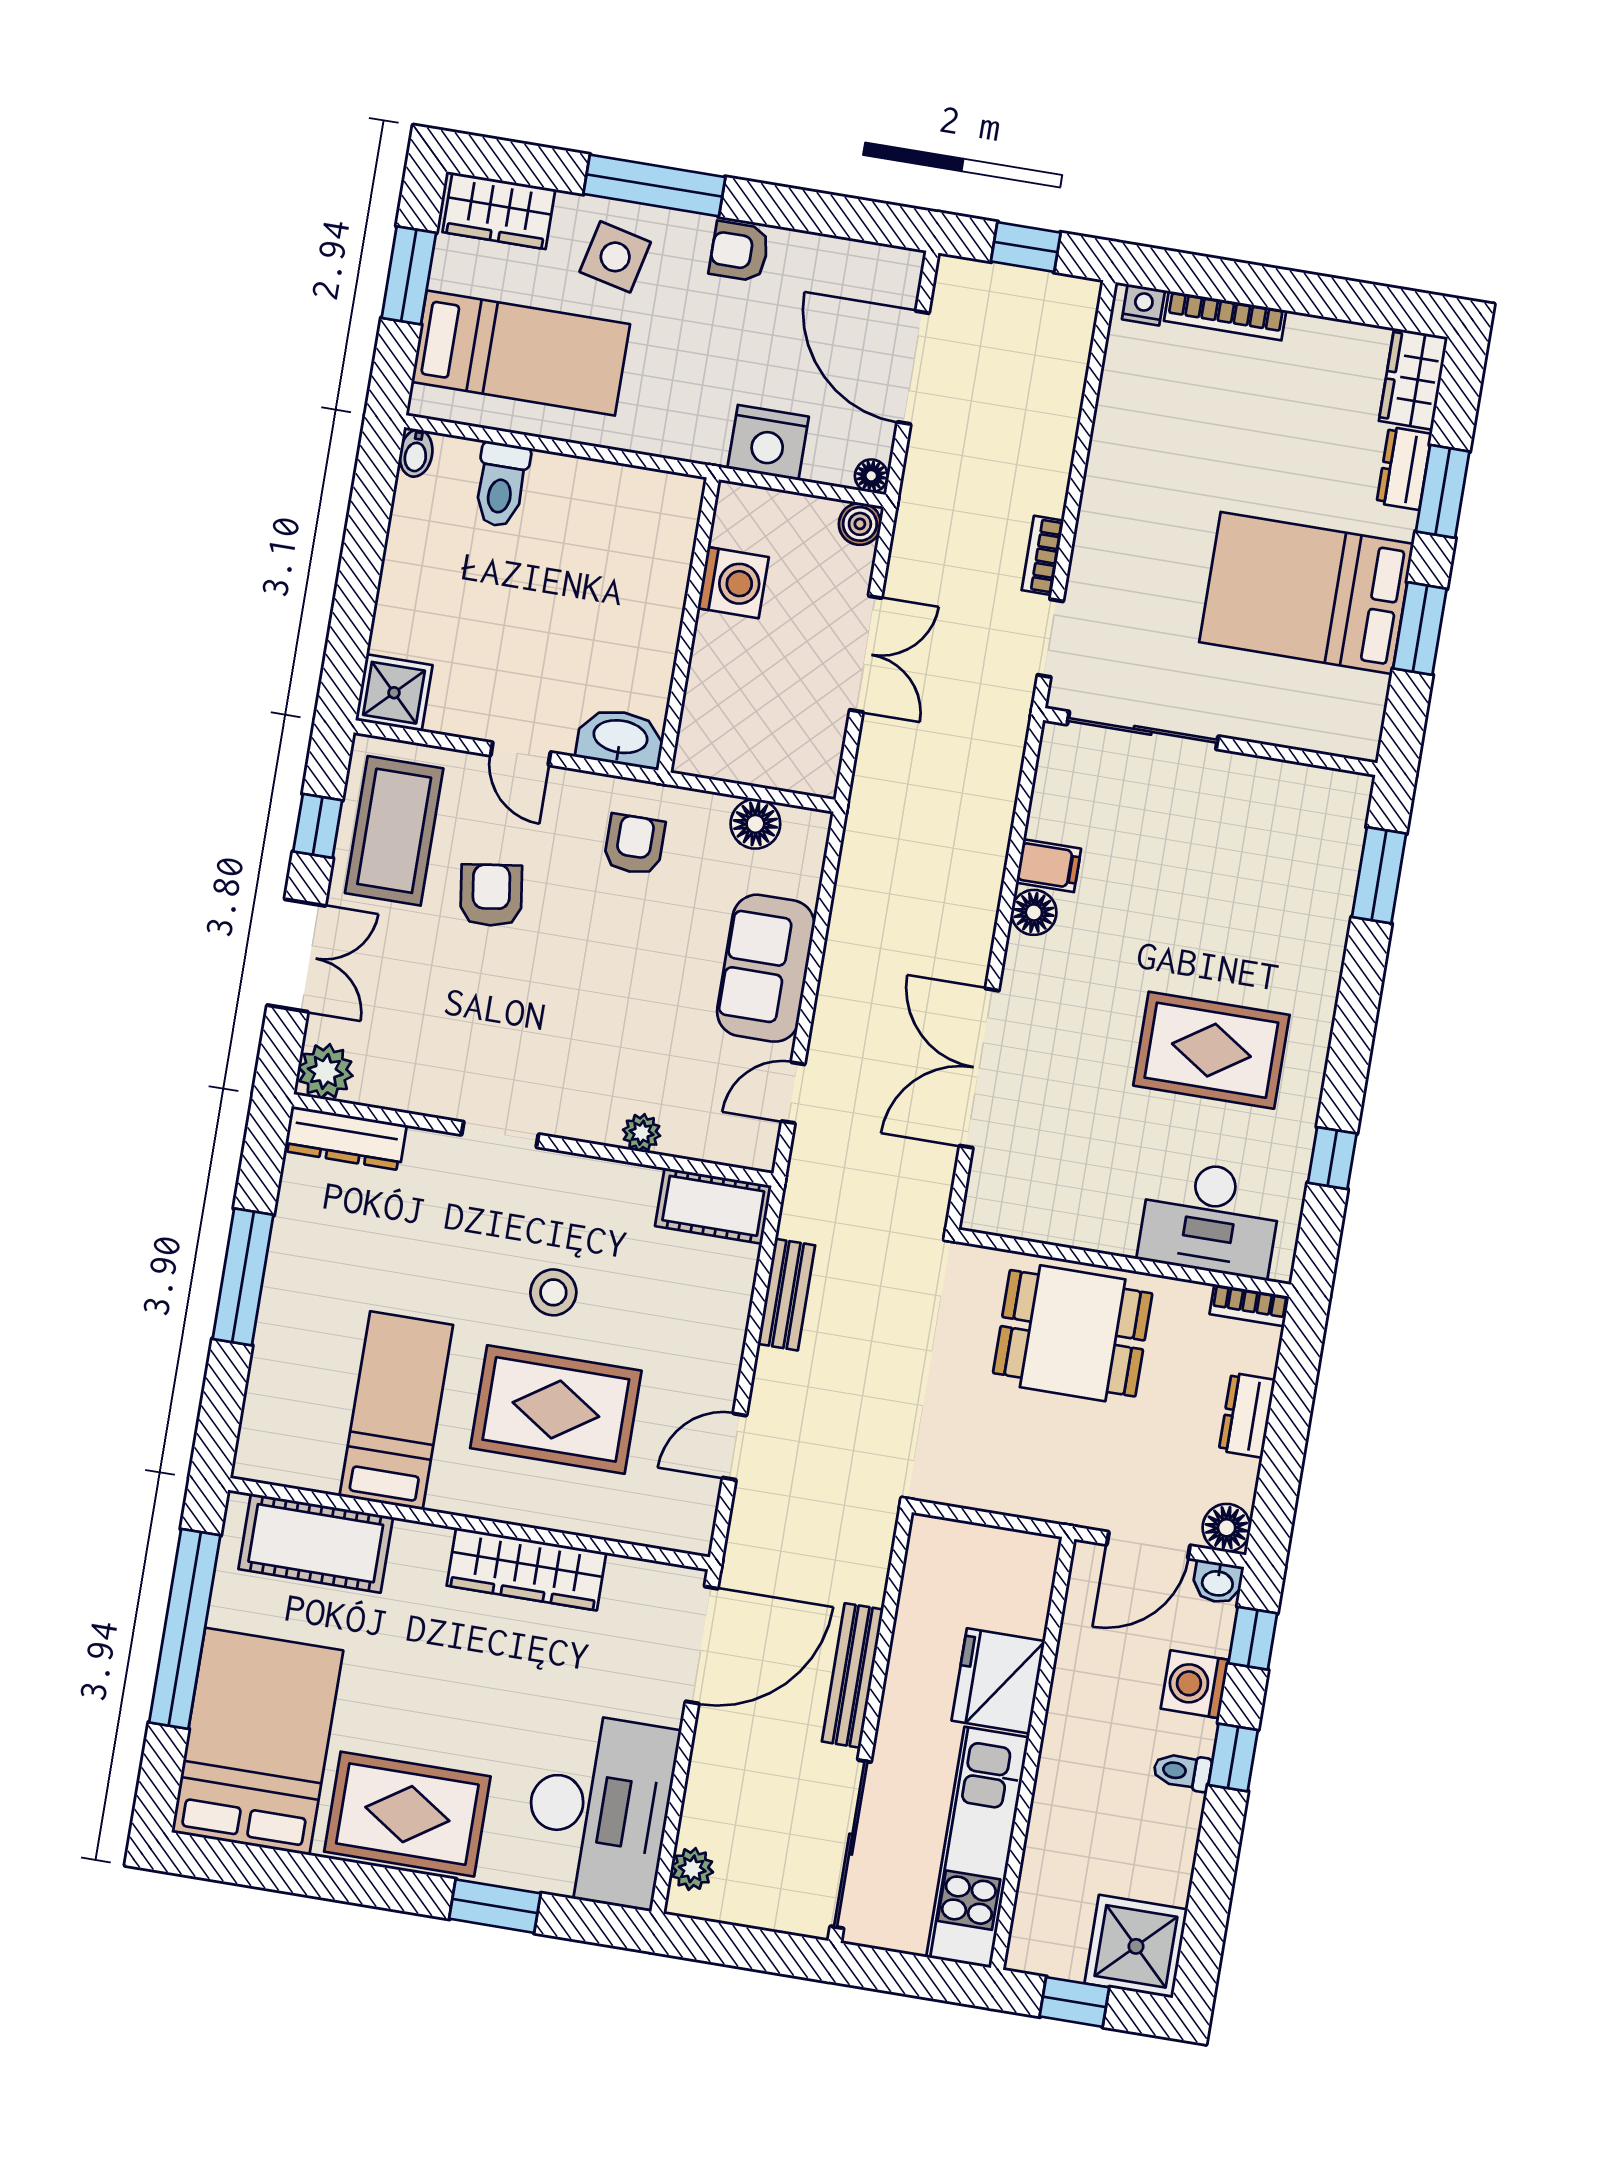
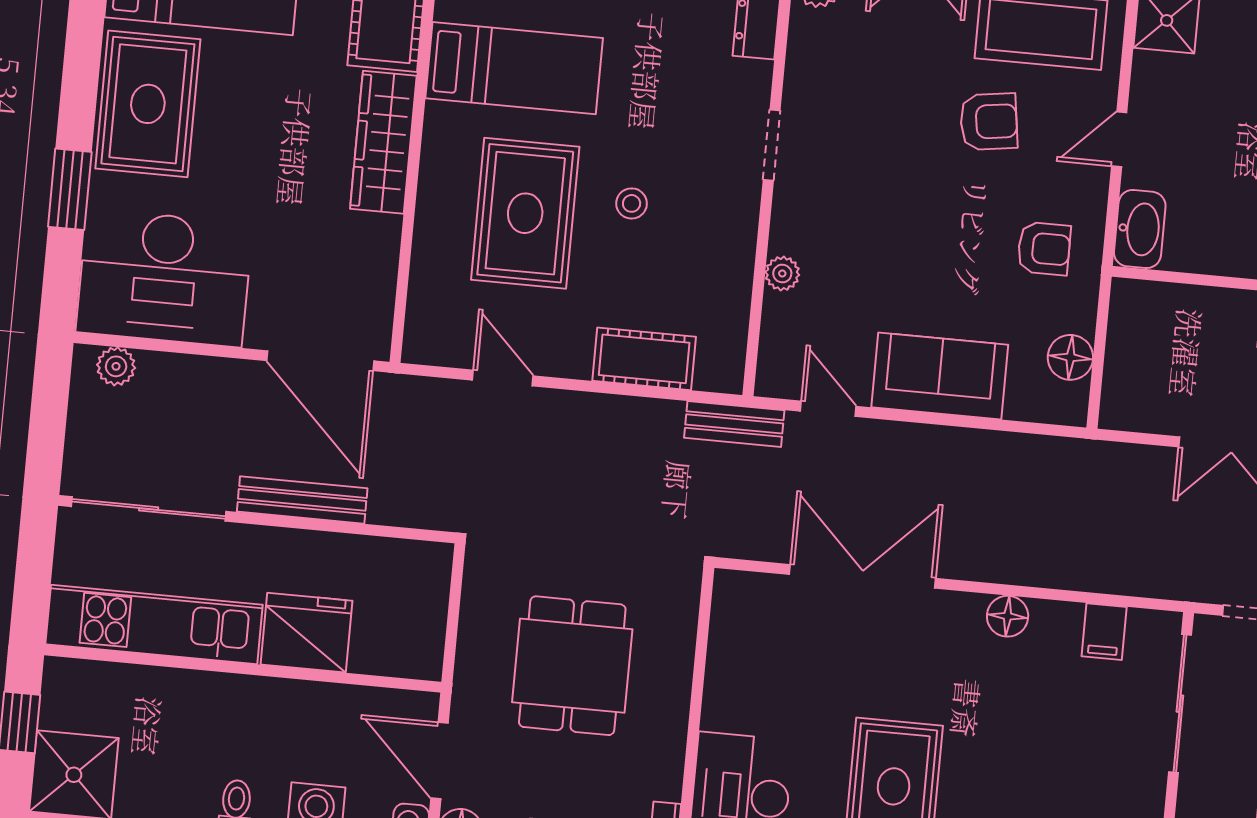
filing cabinet: (1049, 866) -> (1104, 632), moved
cot: (713, 1206) -> (644, 359), moved, turned 90
stool: (553, 1292) -> (632, 203), width x0.73, depth x0.73
bench: (786, 1295) -> (734, 424), moved
dining table: (1073, 1333) -> (572, 666), moved
wardrobe: (527, 1569) -> (383, 142), moved

